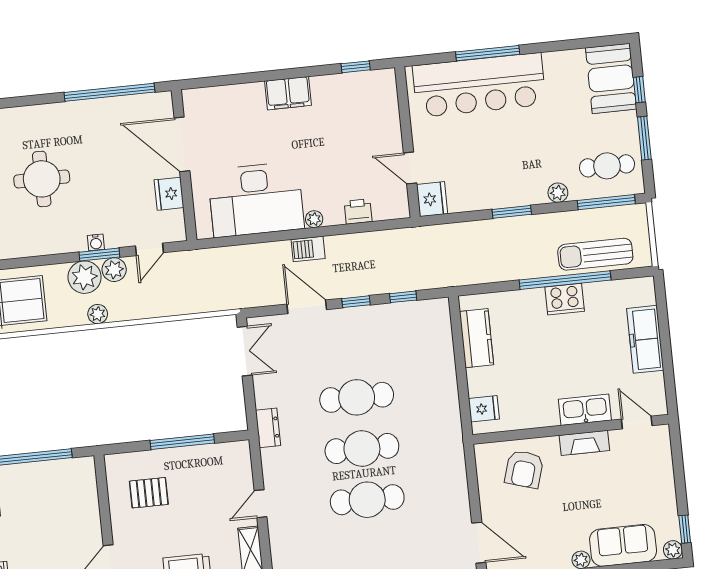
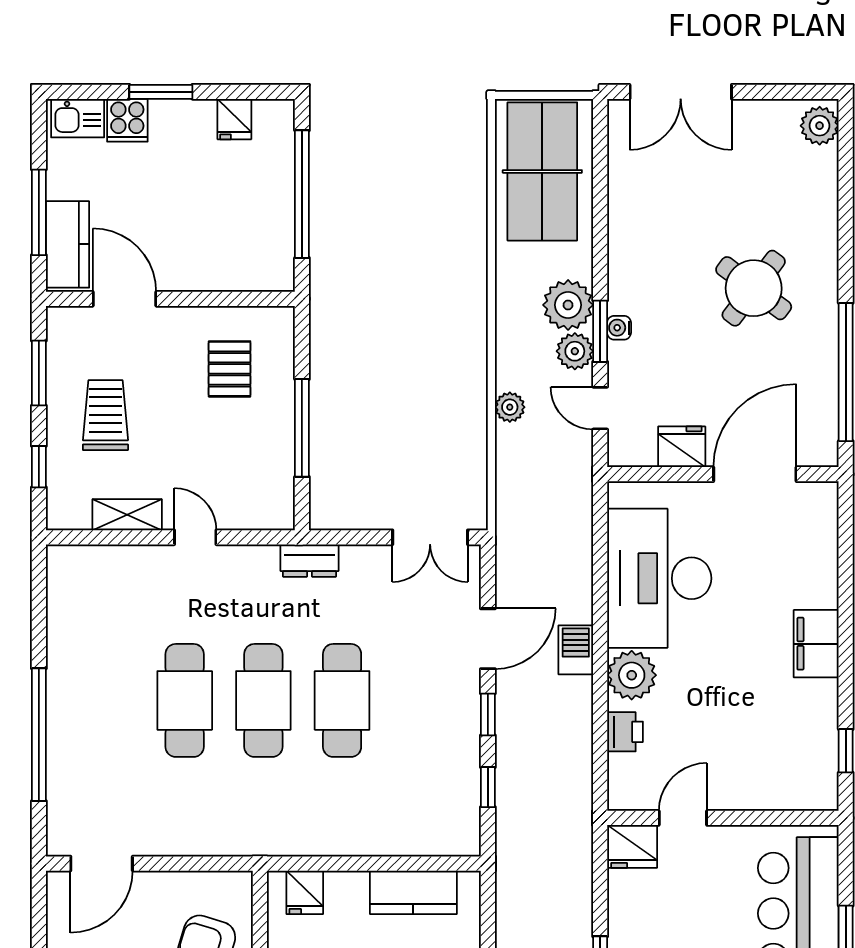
round table: (42, 179) -> (754, 288), moved, turned 37
plant: (314, 219) -> (632, 675), width x1.87, depth x1.87
plant: (98, 314) -> (510, 407), moved

